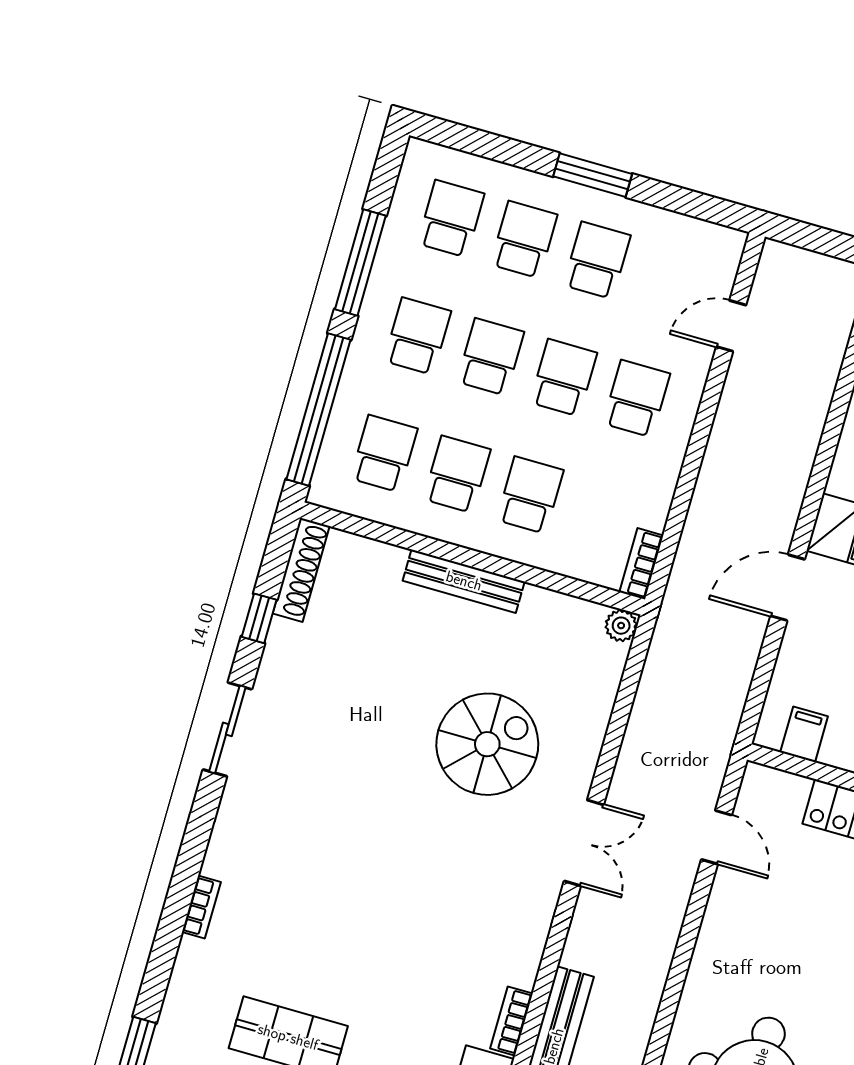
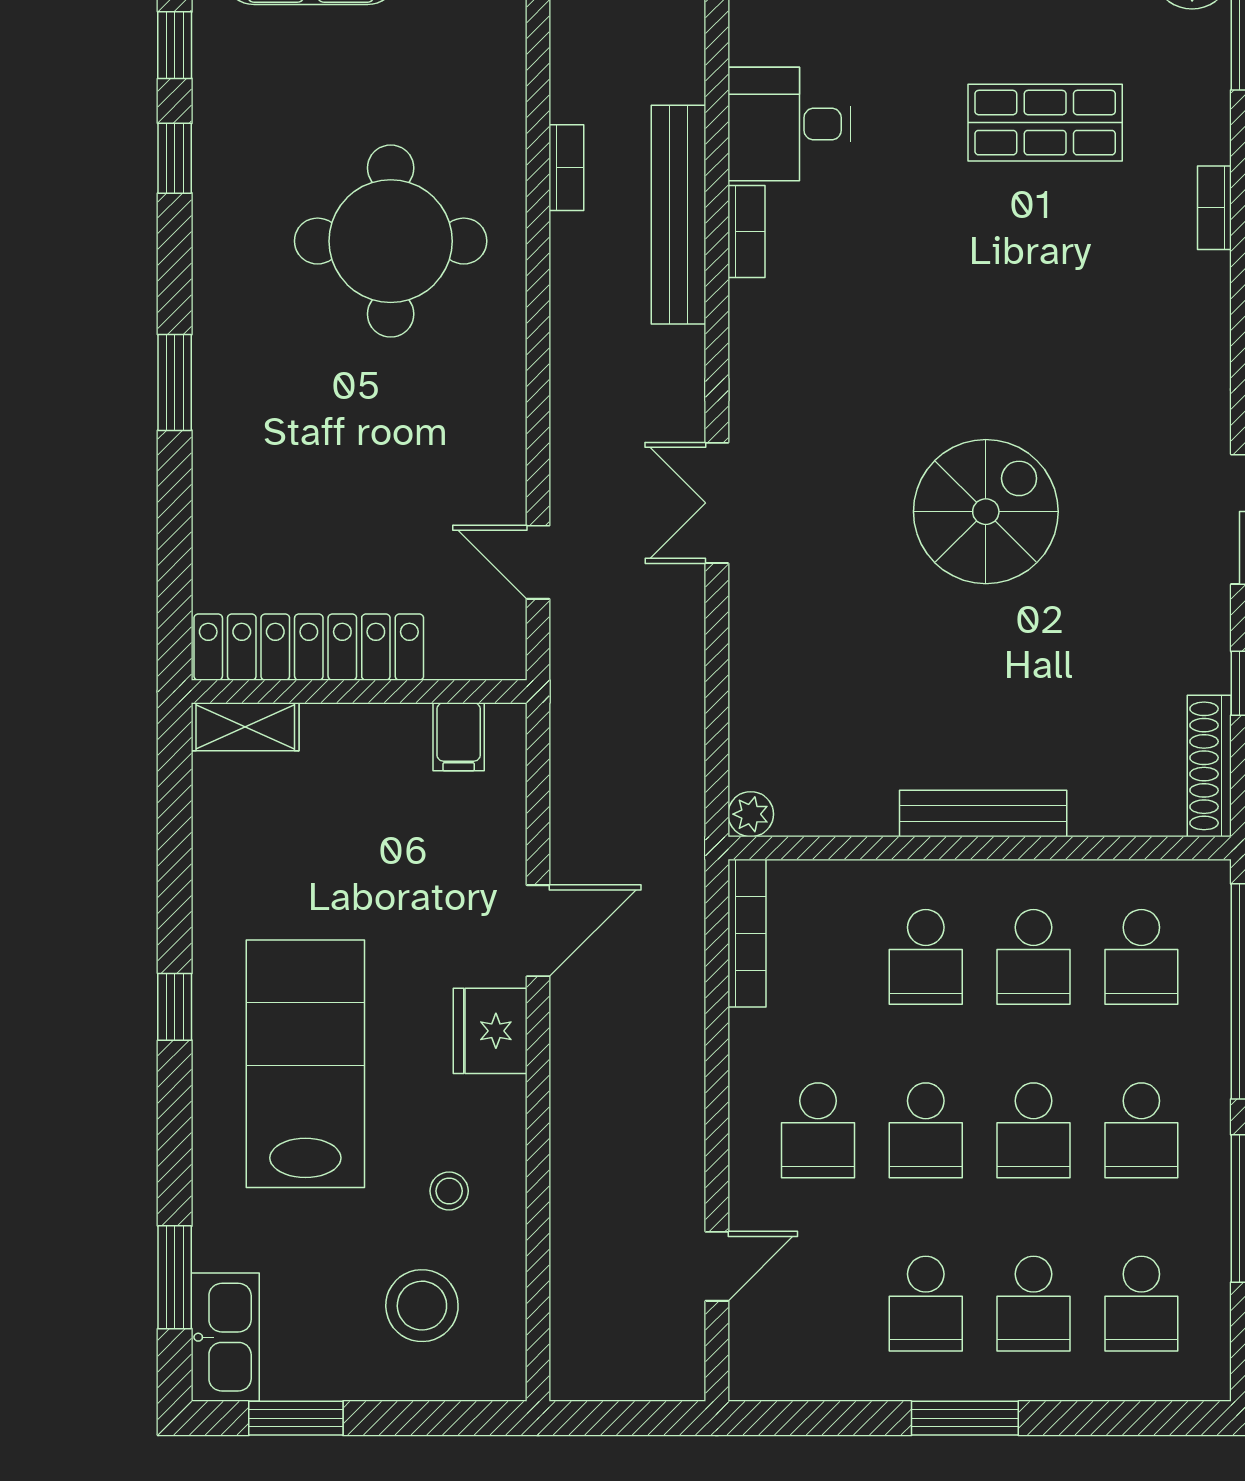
bookcase: (641, 564) -> (747, 933), width x1.56
spiral stairs: (487, 744) -> (986, 512), moved, turned 180
bookcase: (201, 907) -> (1214, 208), moved

